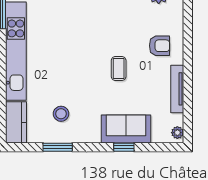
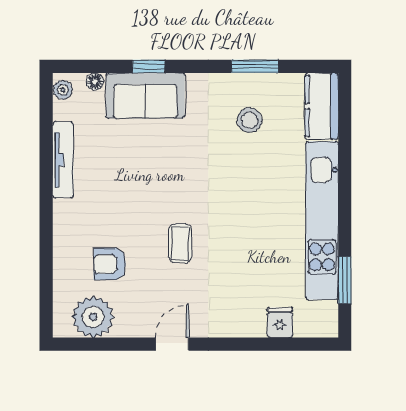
armchair: (160, 46) -> (110, 264), moved
coffee table: (119, 69) -> (180, 243), moved
floor lamp: (157, 138) -> (95, 82), added

